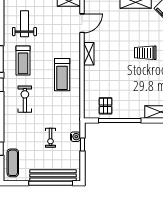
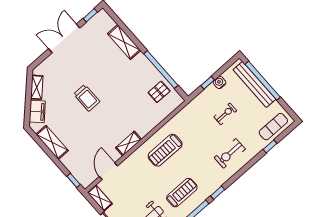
door: (82, 23) -> (108, 171), hinge flipped
treadmill: (62, 75) -> (165, 150), turned 180
exercise bike: (25, 99) -> (230, 153), moved
water cooler: (75, 137) -> (220, 82), moved

